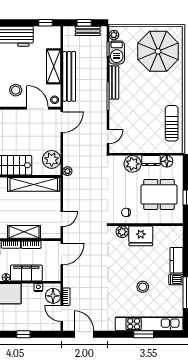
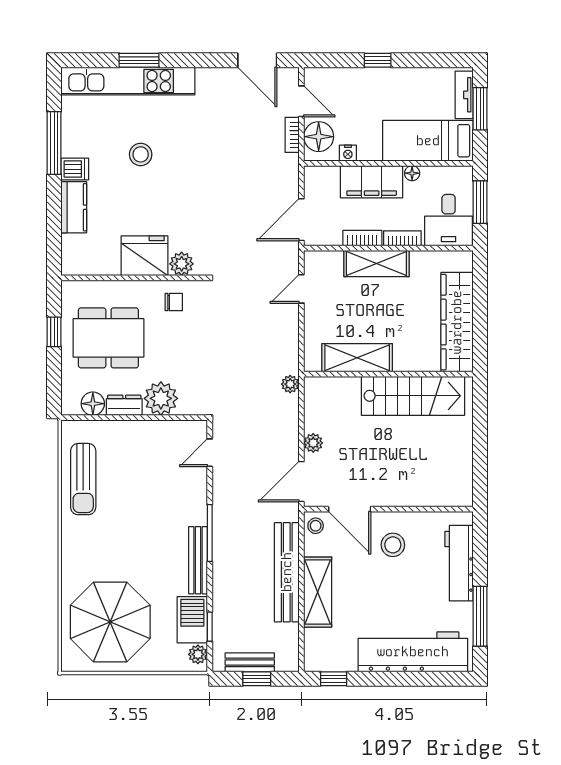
plant: (52, 159) -> (313, 443), moved, width x0.53, depth x0.53
shelving: (34, 184) -> (357, 358), width x0.68

